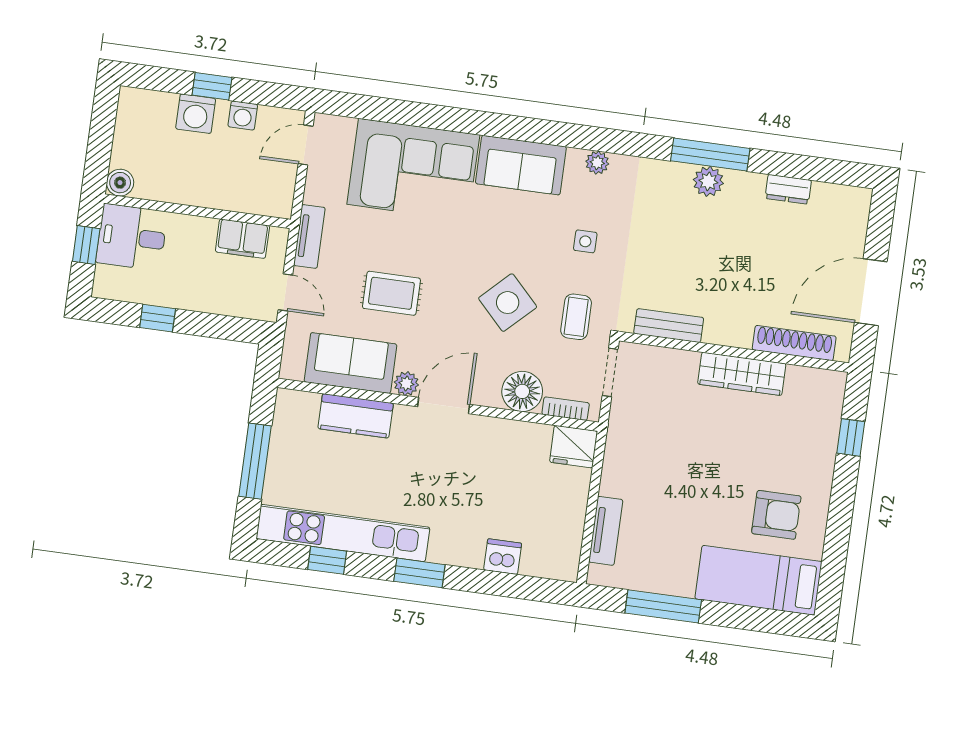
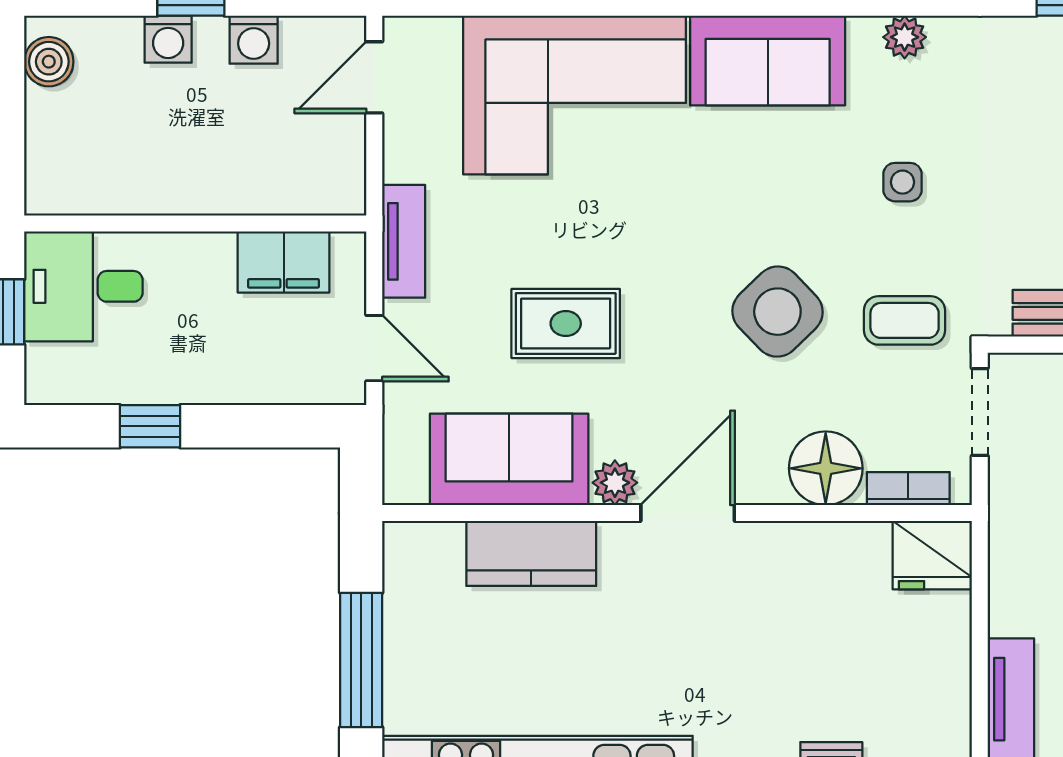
washing machine: (196, 114) -> (168, 39), width x0.73, depth x0.73
boiler: (120, 183) -> (49, 62), moved
coffee table: (576, 317) -> (905, 320), turned 90

